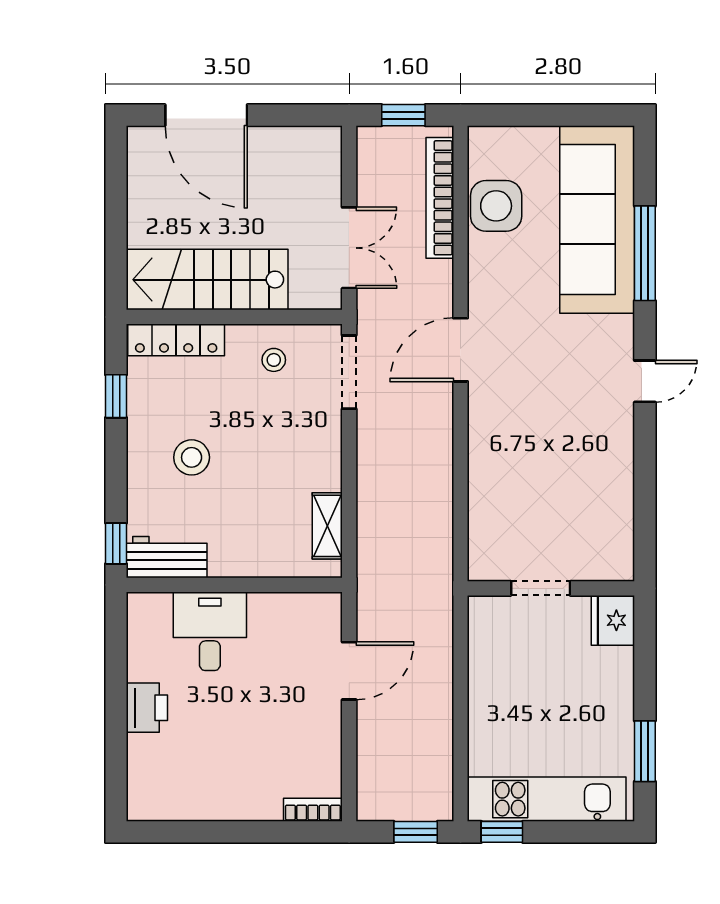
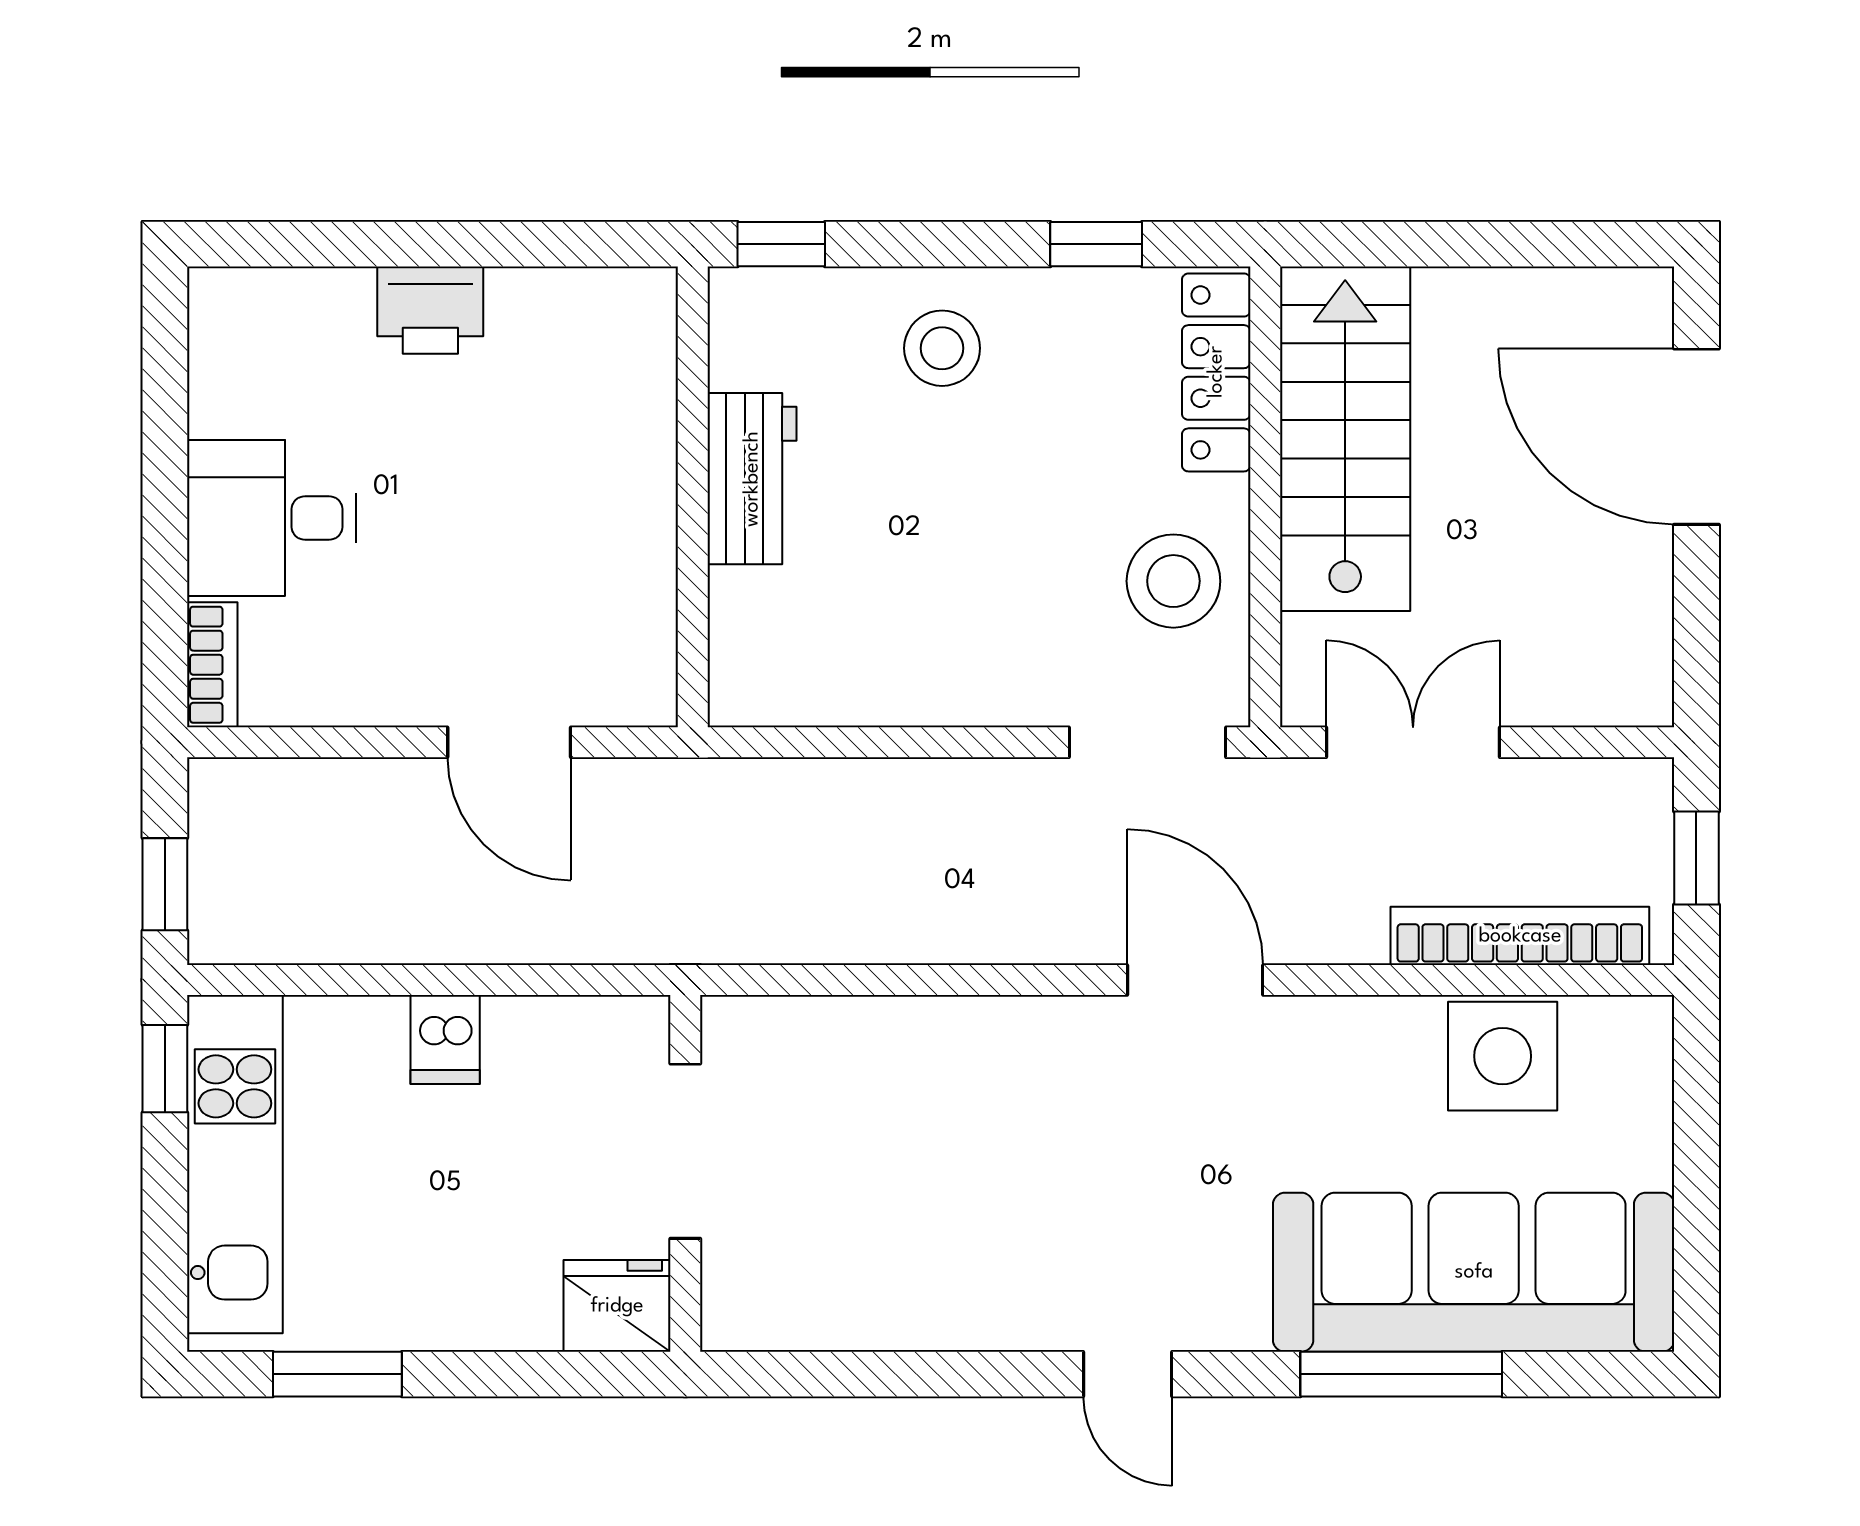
door: (206, 115) -> (1696, 437), hinge flipped
double door: (349, 248) -> (1413, 742), swing flipped
stool: (274, 360) -> (1173, 581), width x1.89, depth x1.89
stool: (192, 457) -> (942, 348), moved
shelving: (327, 526) -> (819, 695), removed
workbench: (167, 557) -> (752, 479), moved
doorway: (541, 588) -> (685, 1151), width x1.38
desk: (210, 631) -> (272, 518), moved, turned 180
dishwasher: (488, 701) -> (445, 1040), added

